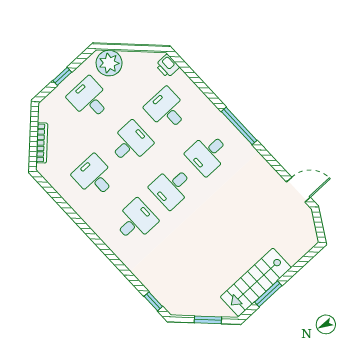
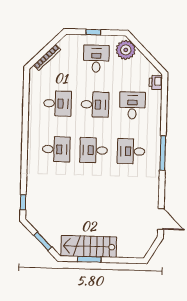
desk: (94, 177) -> (58, 103), turned 90

